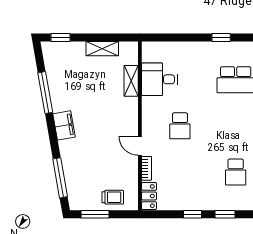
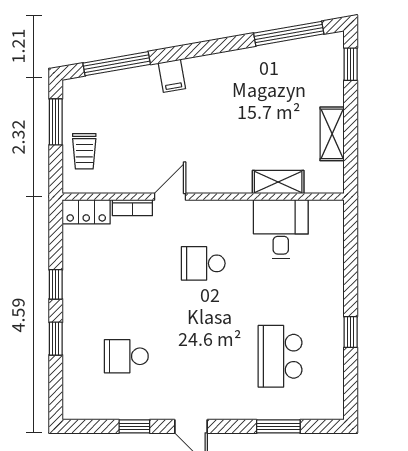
window: (45, 93) -> (289, 34), moved
filing cabinet: (64, 125) -> (172, 76), moved, width x0.50

